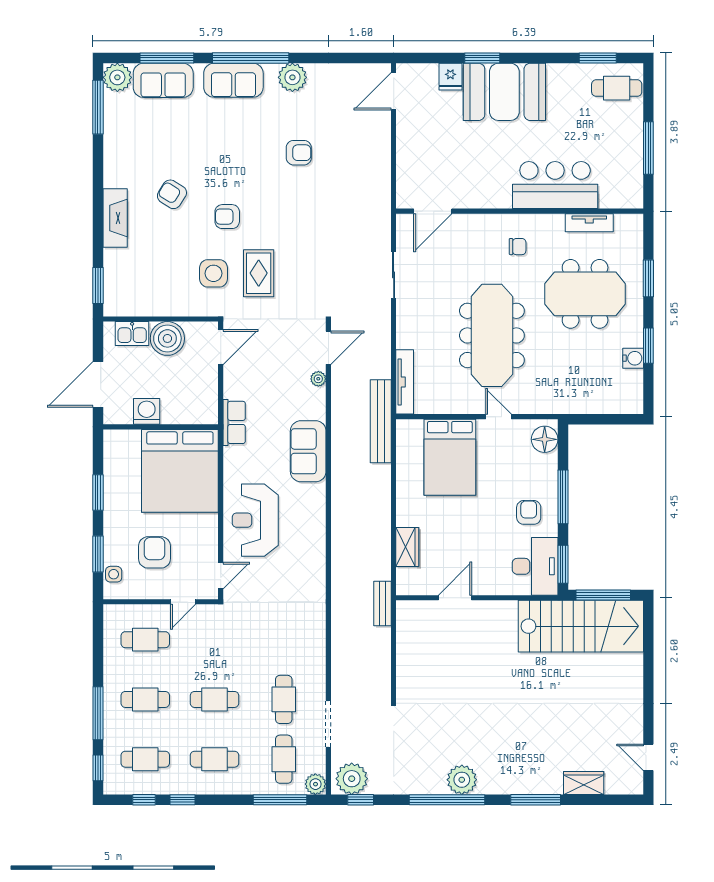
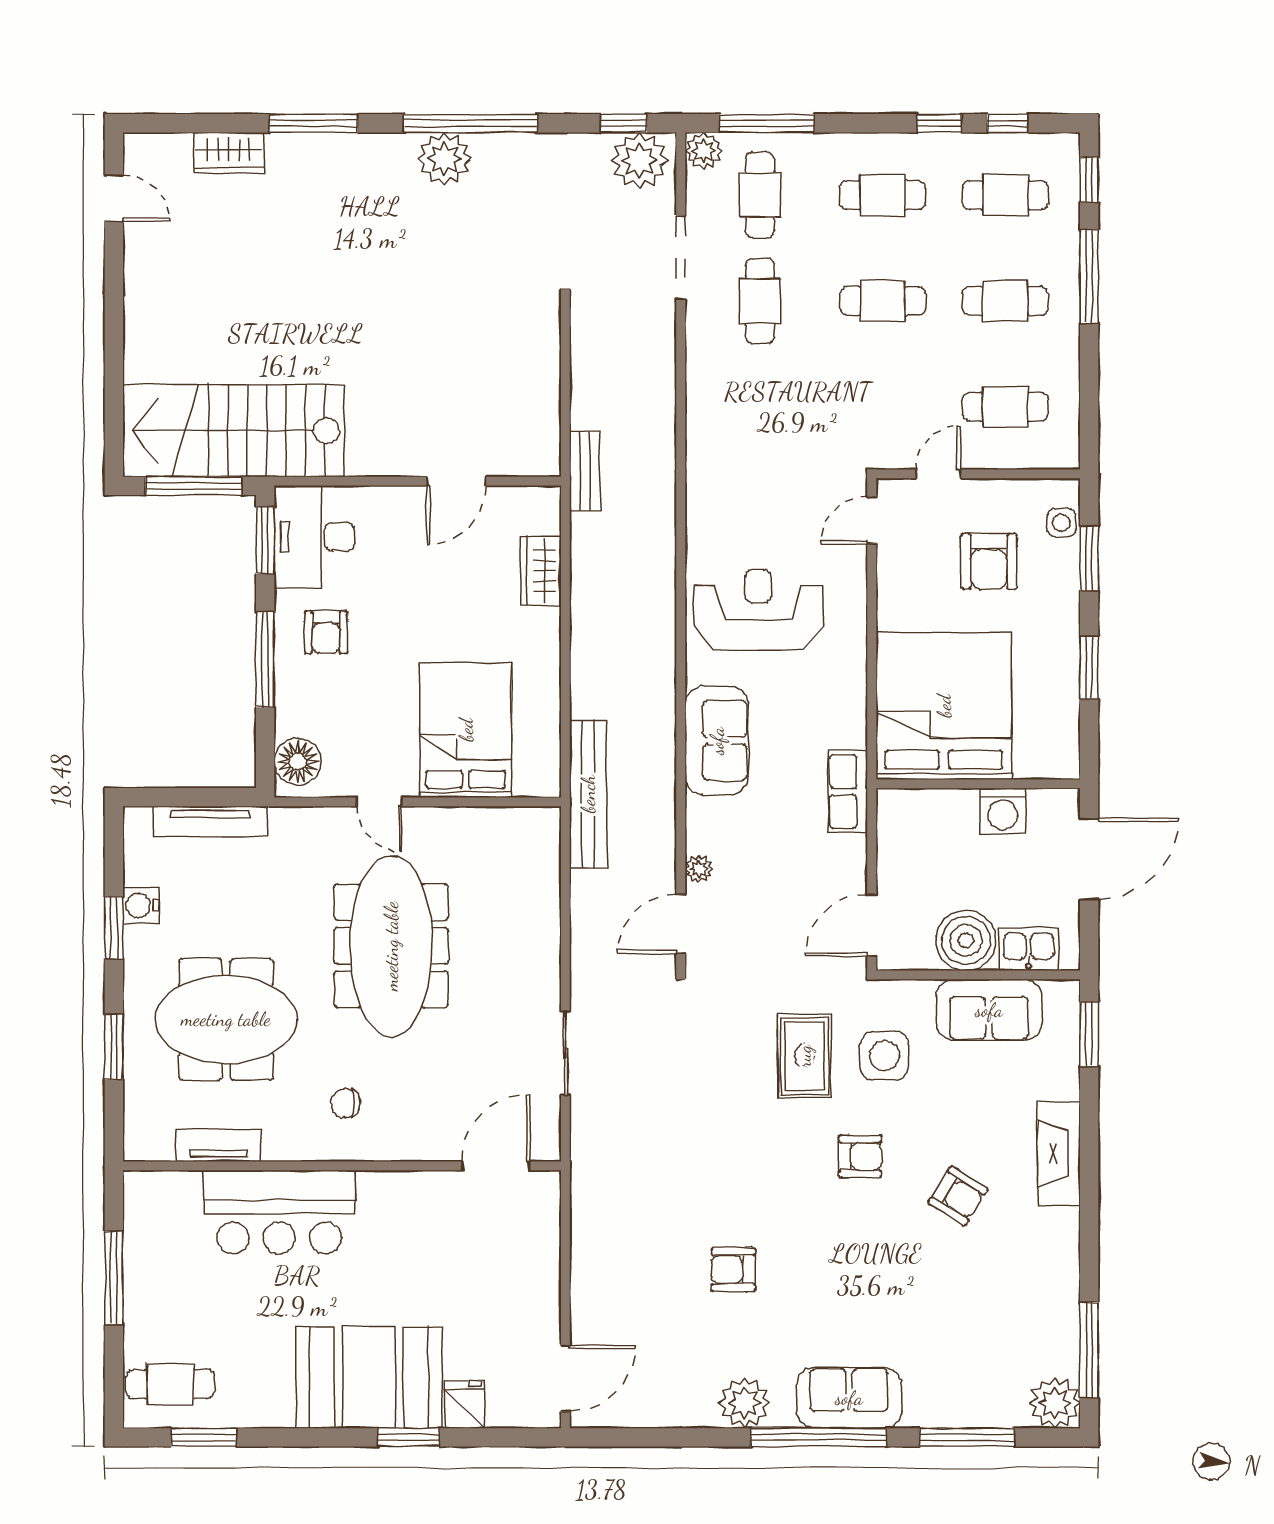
sofa: (163, 80) -> (989, 1010), moved, turned 180
tv unit: (405, 382) -> (210, 822), moved, turned -90
reception desk: (255, 520) -> (758, 610), moved, turned -90

